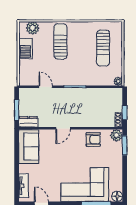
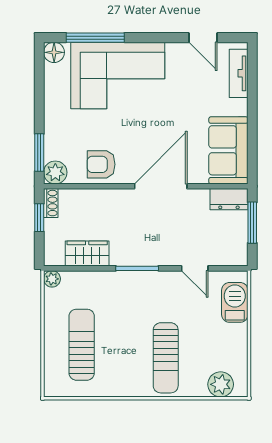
barbecue: (25, 48) -> (235, 302), moved
wardrobe: (100, 94) -> (87, 254), added
door: (63, 128) -> (161, 186), width x1.88

